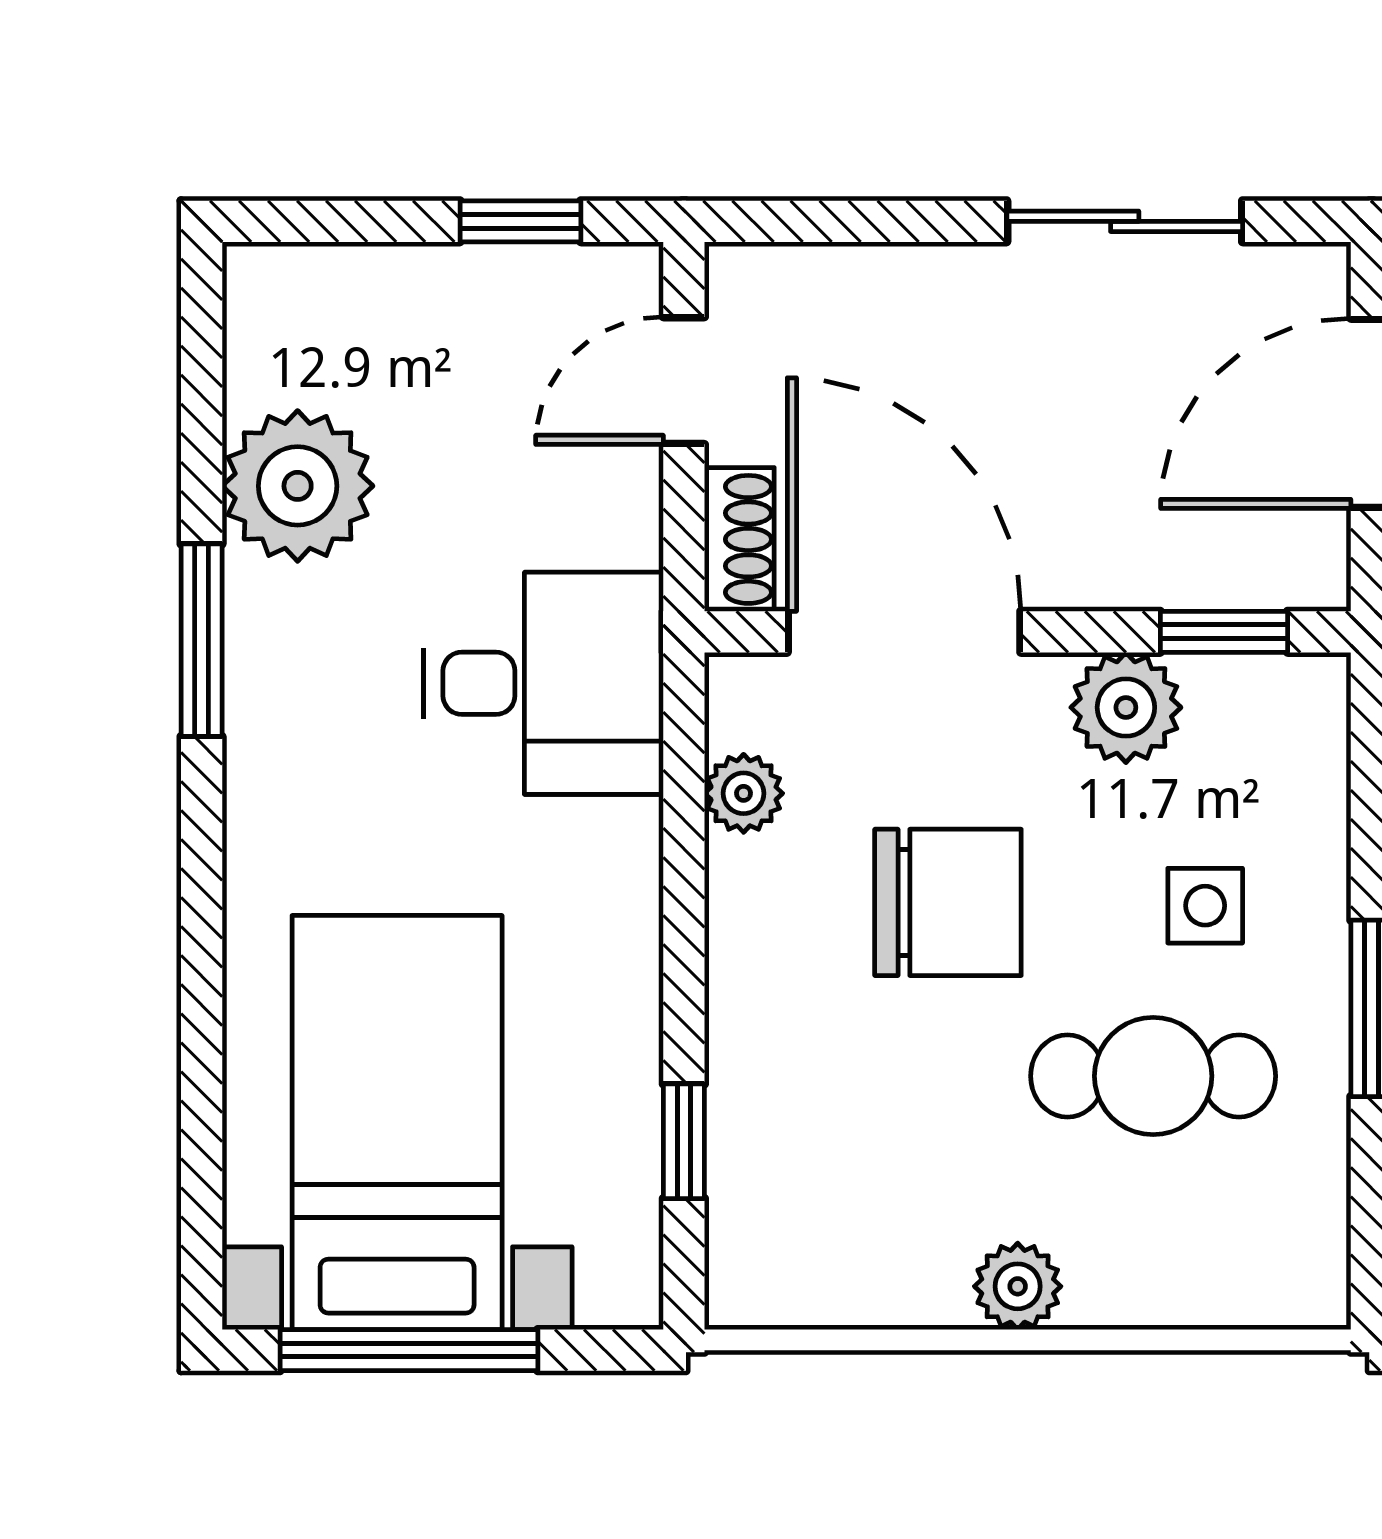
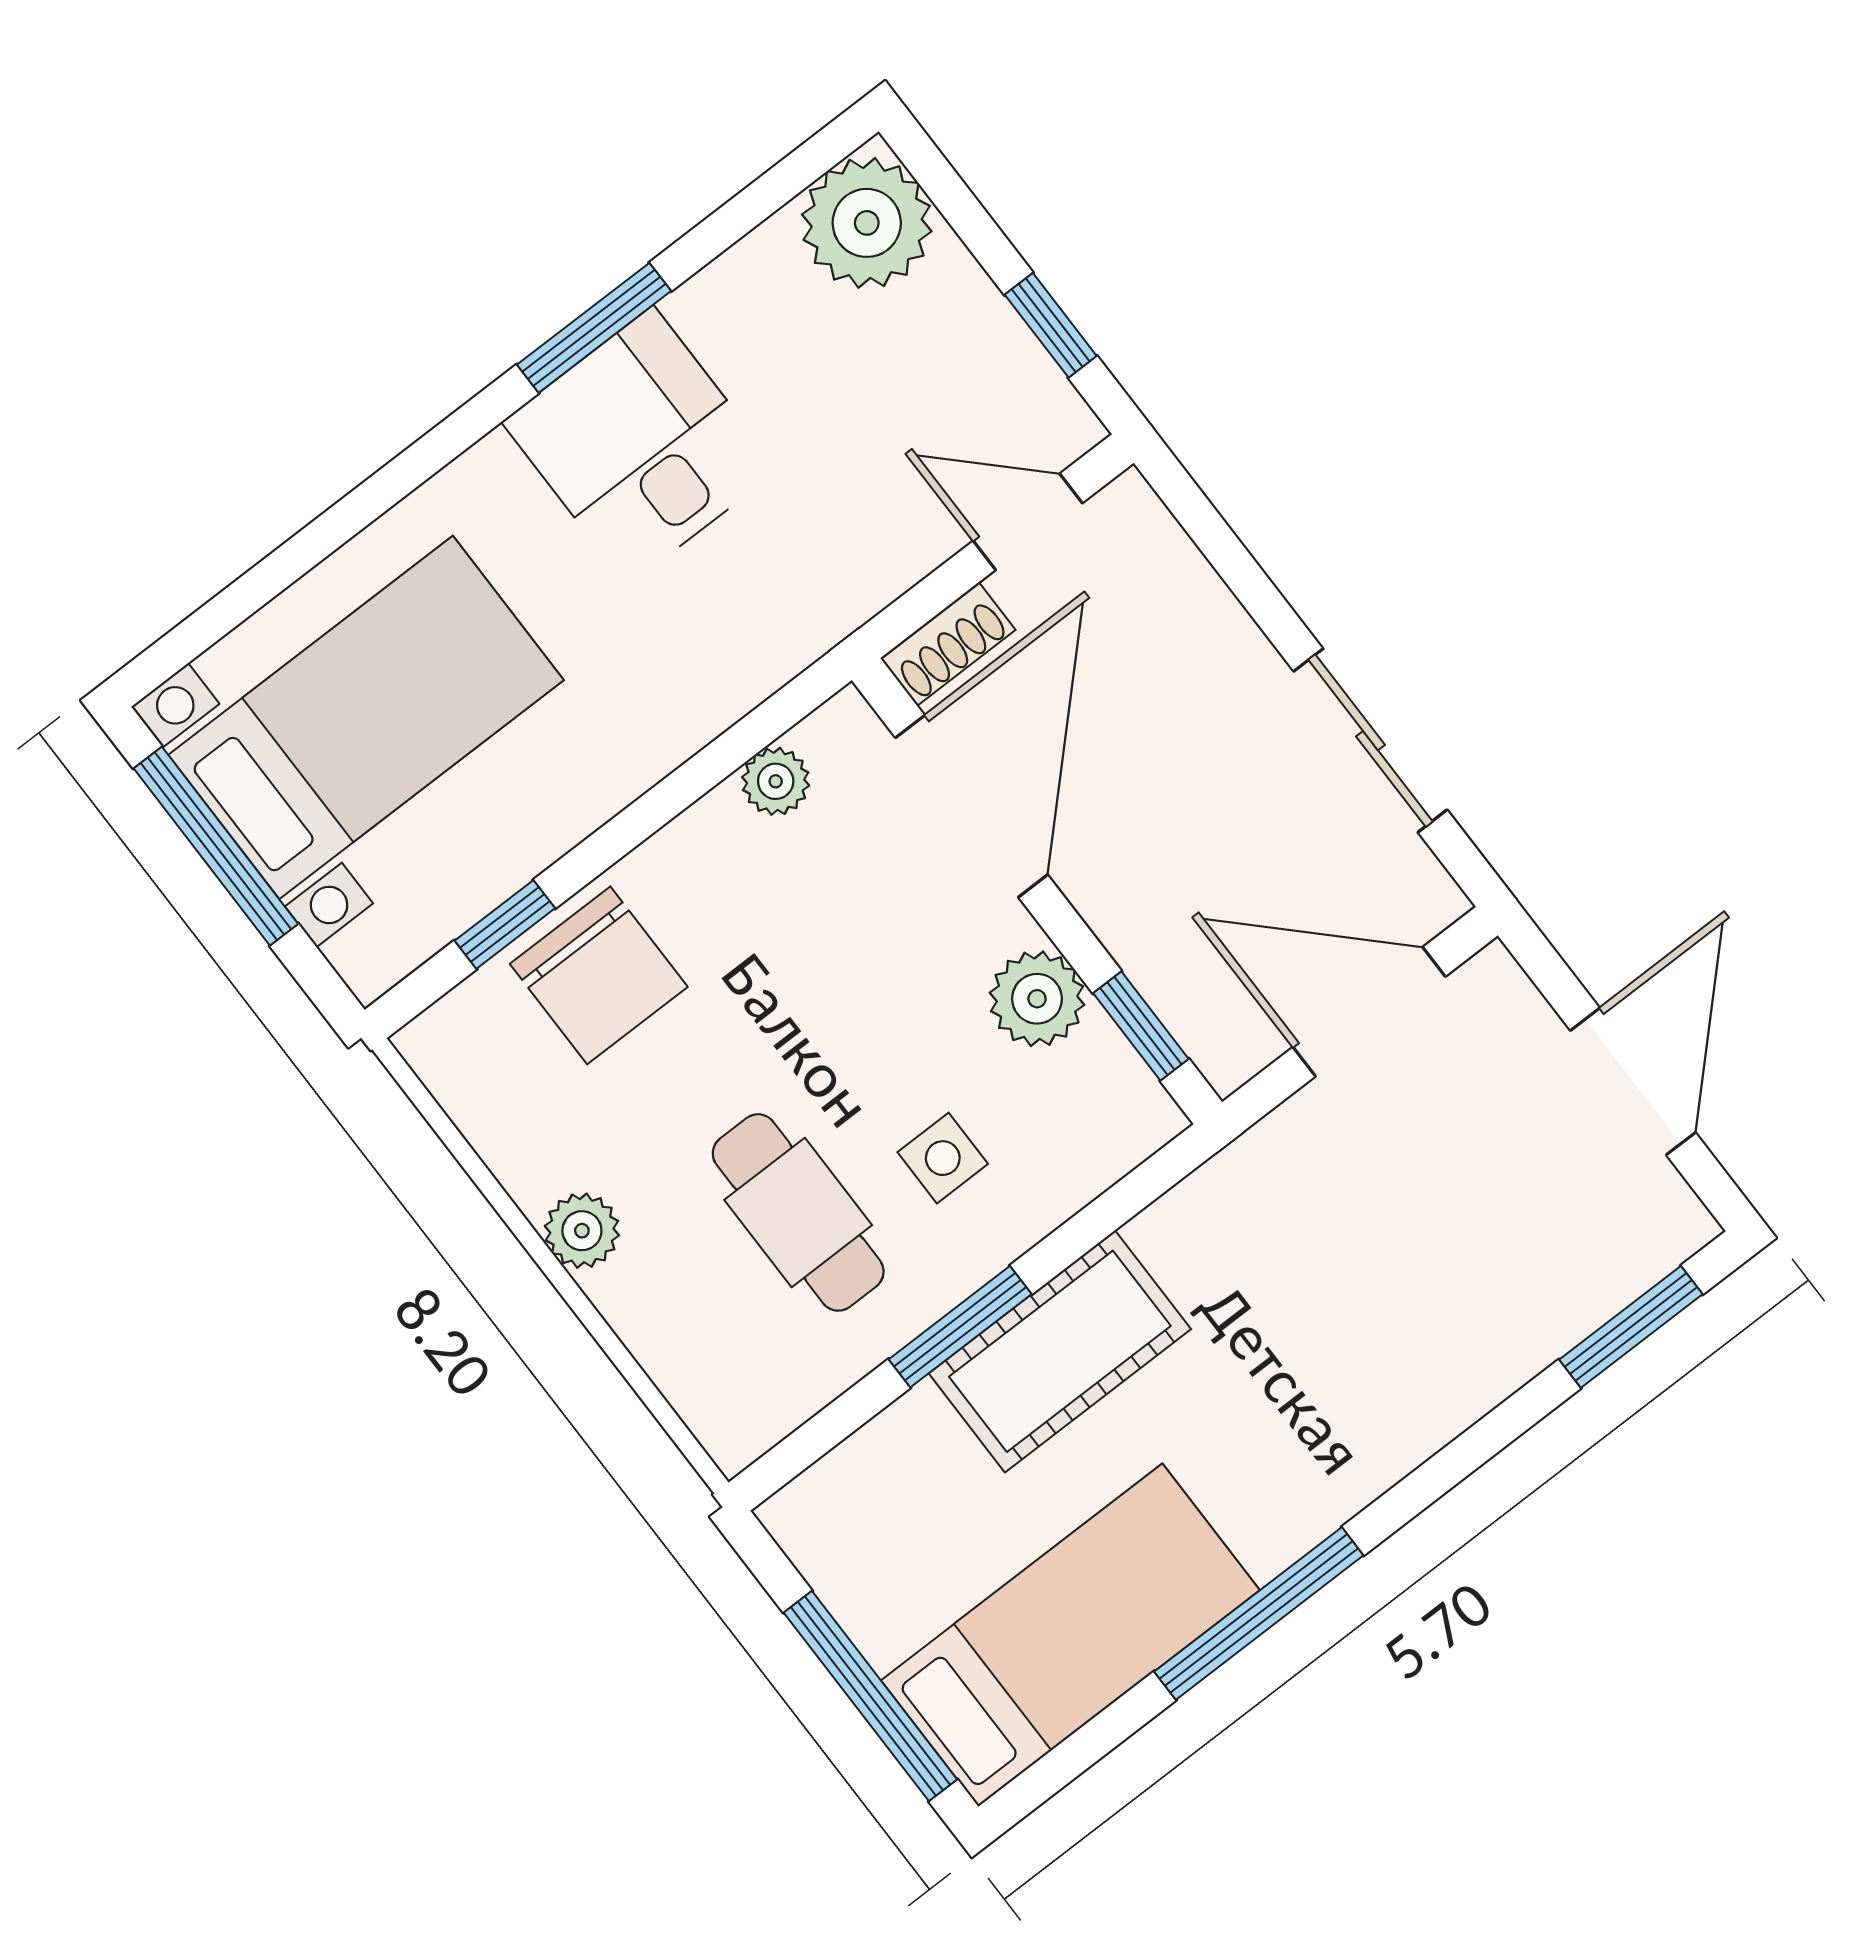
plant: (298, 486) -> (867, 223), moved
desk: (544, 683) -> (640, 446), moved, turned 180
chair: (948, 902) -> (599, 975), moved

